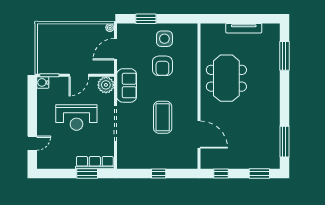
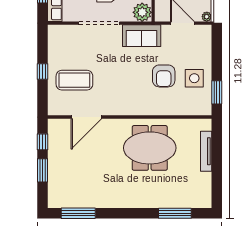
window: (146, 19) -> (217, 92), moved
tv unit: (244, 28) -> (206, 151), moved
armchair: (162, 66) -> (164, 76), turned -90
coffee table: (163, 117) -> (74, 80), moved
window: (259, 173) -> (43, 170), moved

